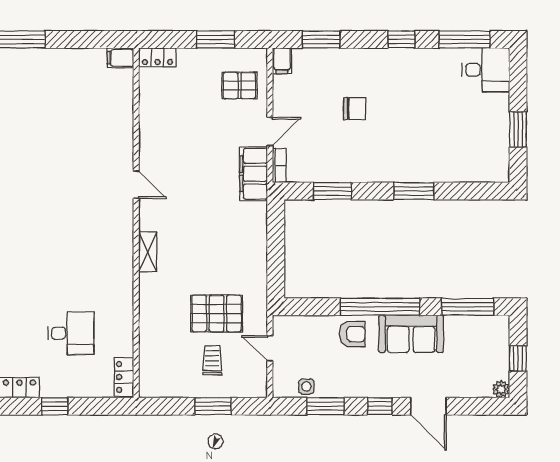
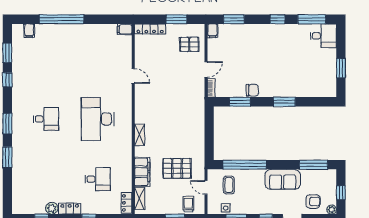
locker: (157, 57) -> (150, 29), width x1.53
chair: (355, 109) -> (252, 90), moved
filing cabinet: (253, 174) -> (142, 172), moved, turned 180
door: (136, 185) -> (133, 76), moved
desk: (71, 223) -> (98, 119), added
window: (380, 307) -> (245, 165), moved
armchair: (352, 334) -> (313, 201), moved
coffee table: (312, 344) -> (229, 185), added
trolley: (212, 360) -> (188, 204), moved
shelving: (148, 369) -> (140, 198), added

